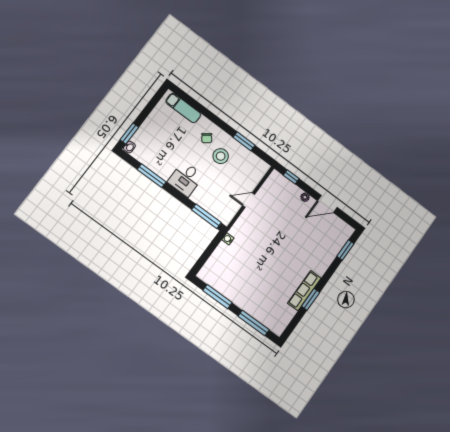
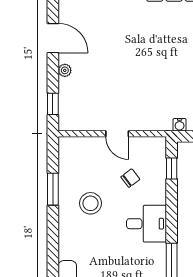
chair: (207, 138) -> (130, 178), moved
window: (206, 216) -> (172, 169), width x0.46

